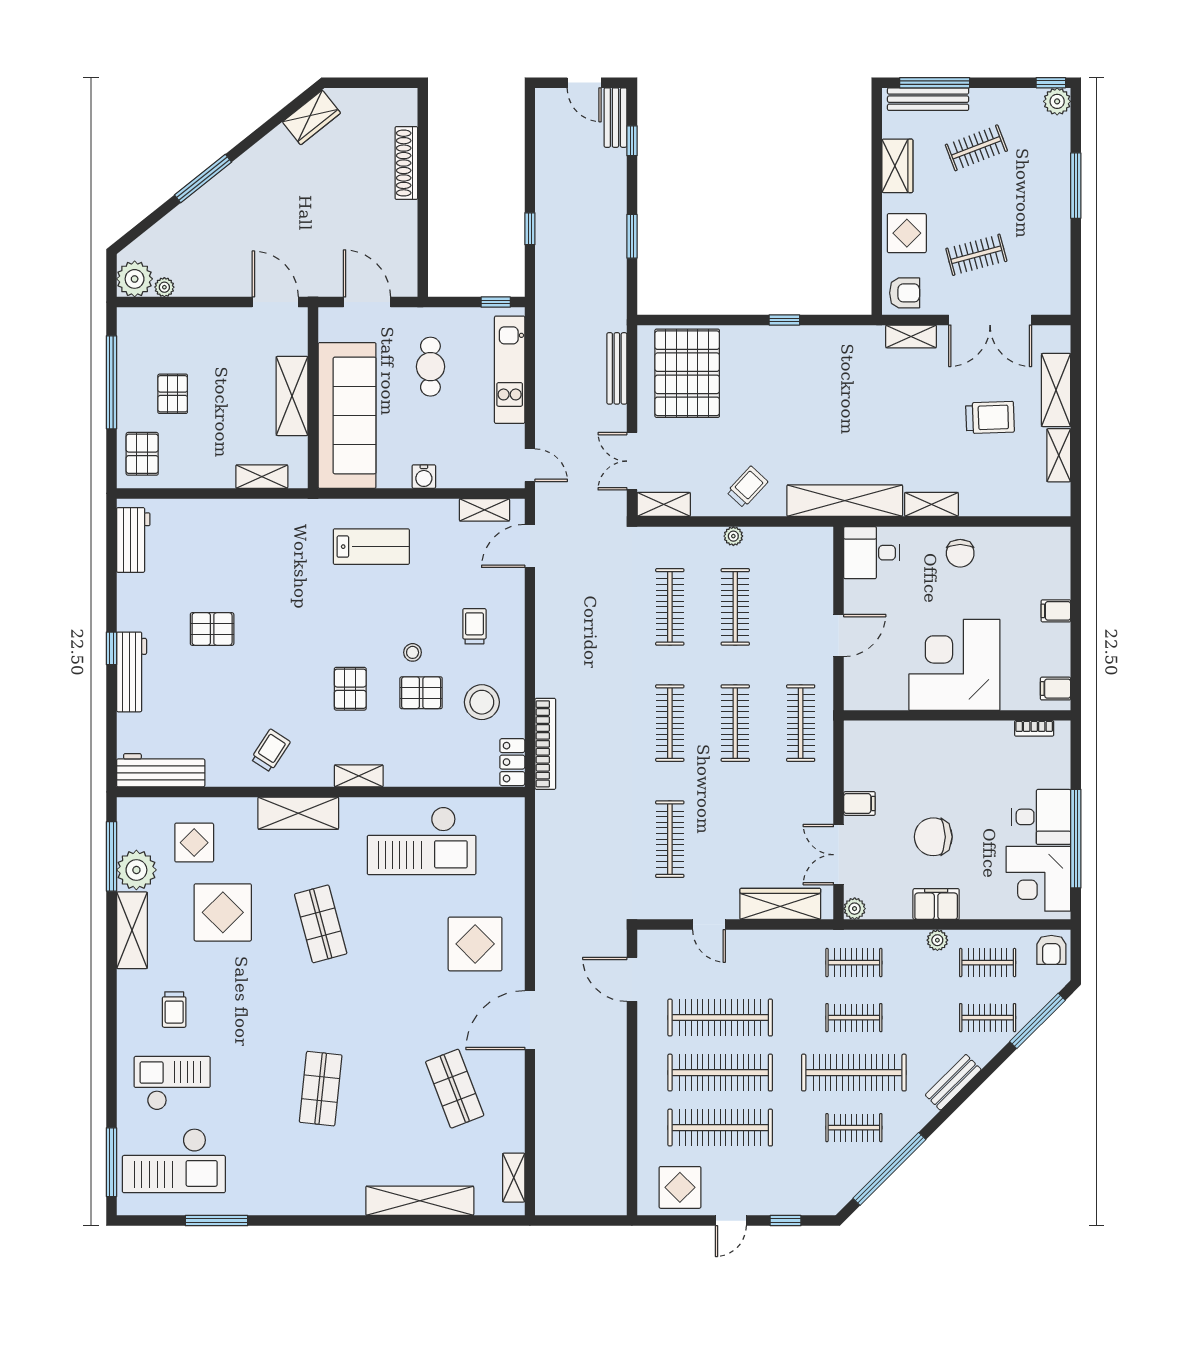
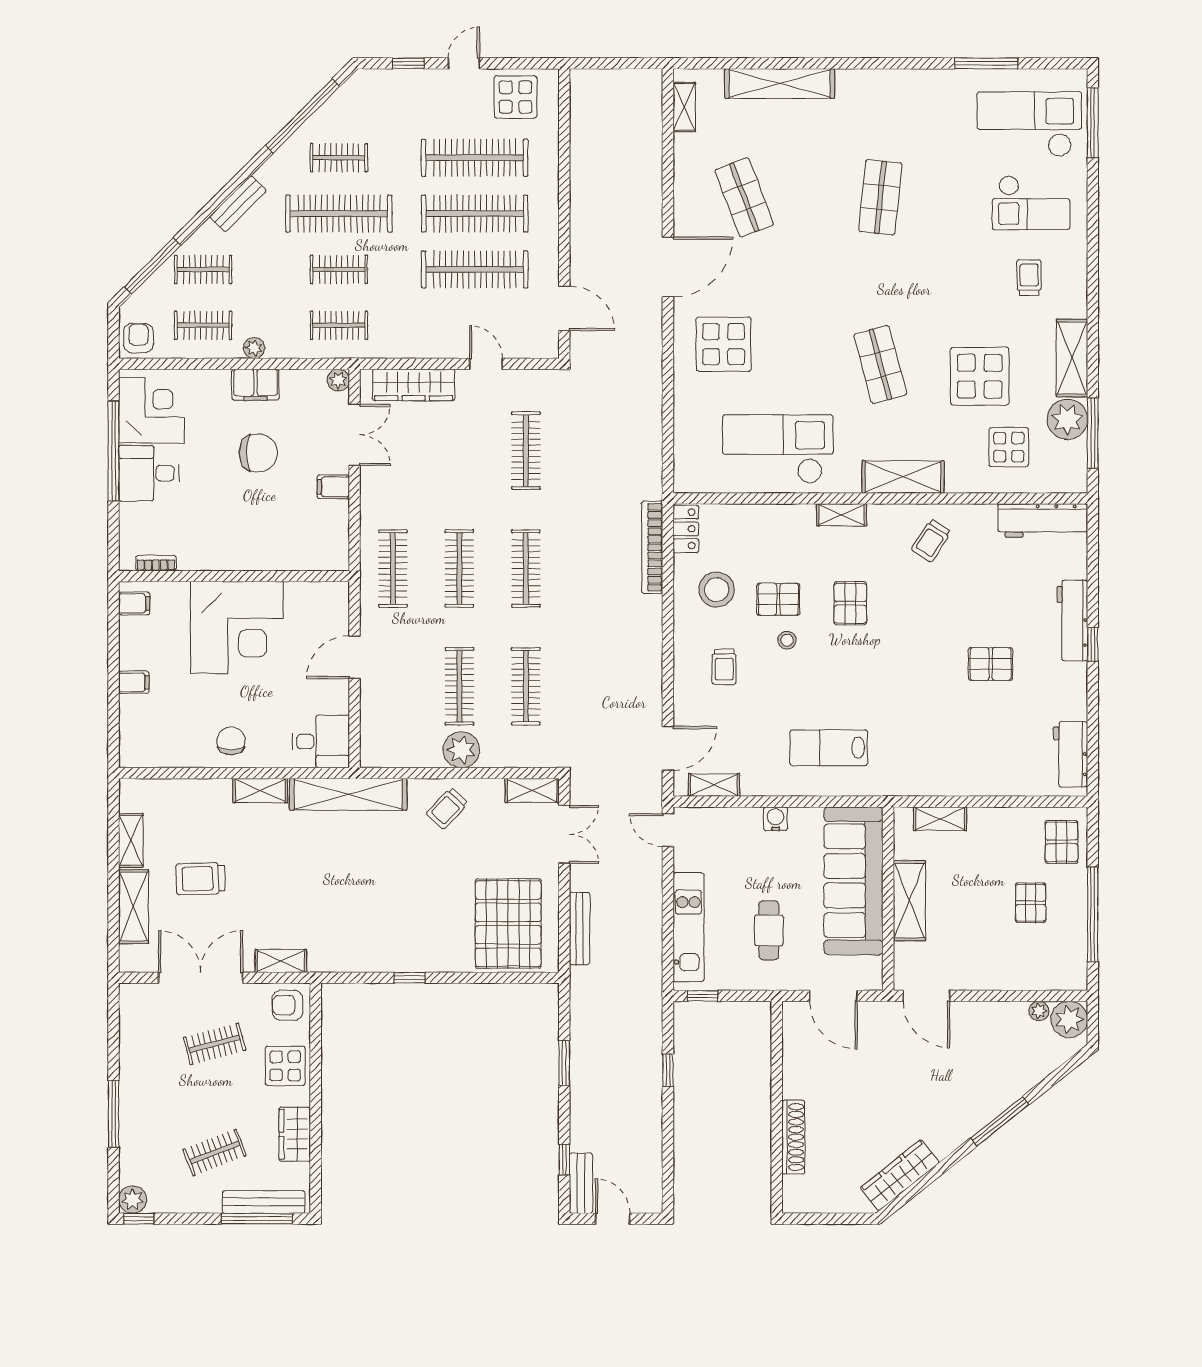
wardrobe: (311, 117) -> (900, 1175), width x1.50
plant: (733, 536) -> (461, 750), width x1.87, depth x1.87

